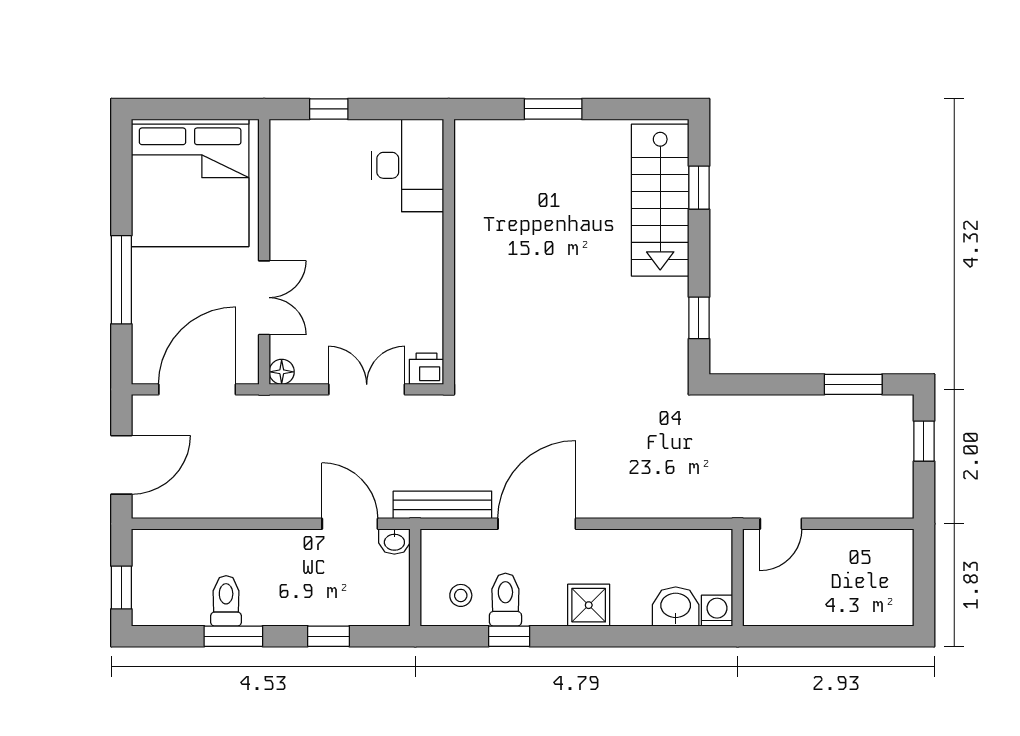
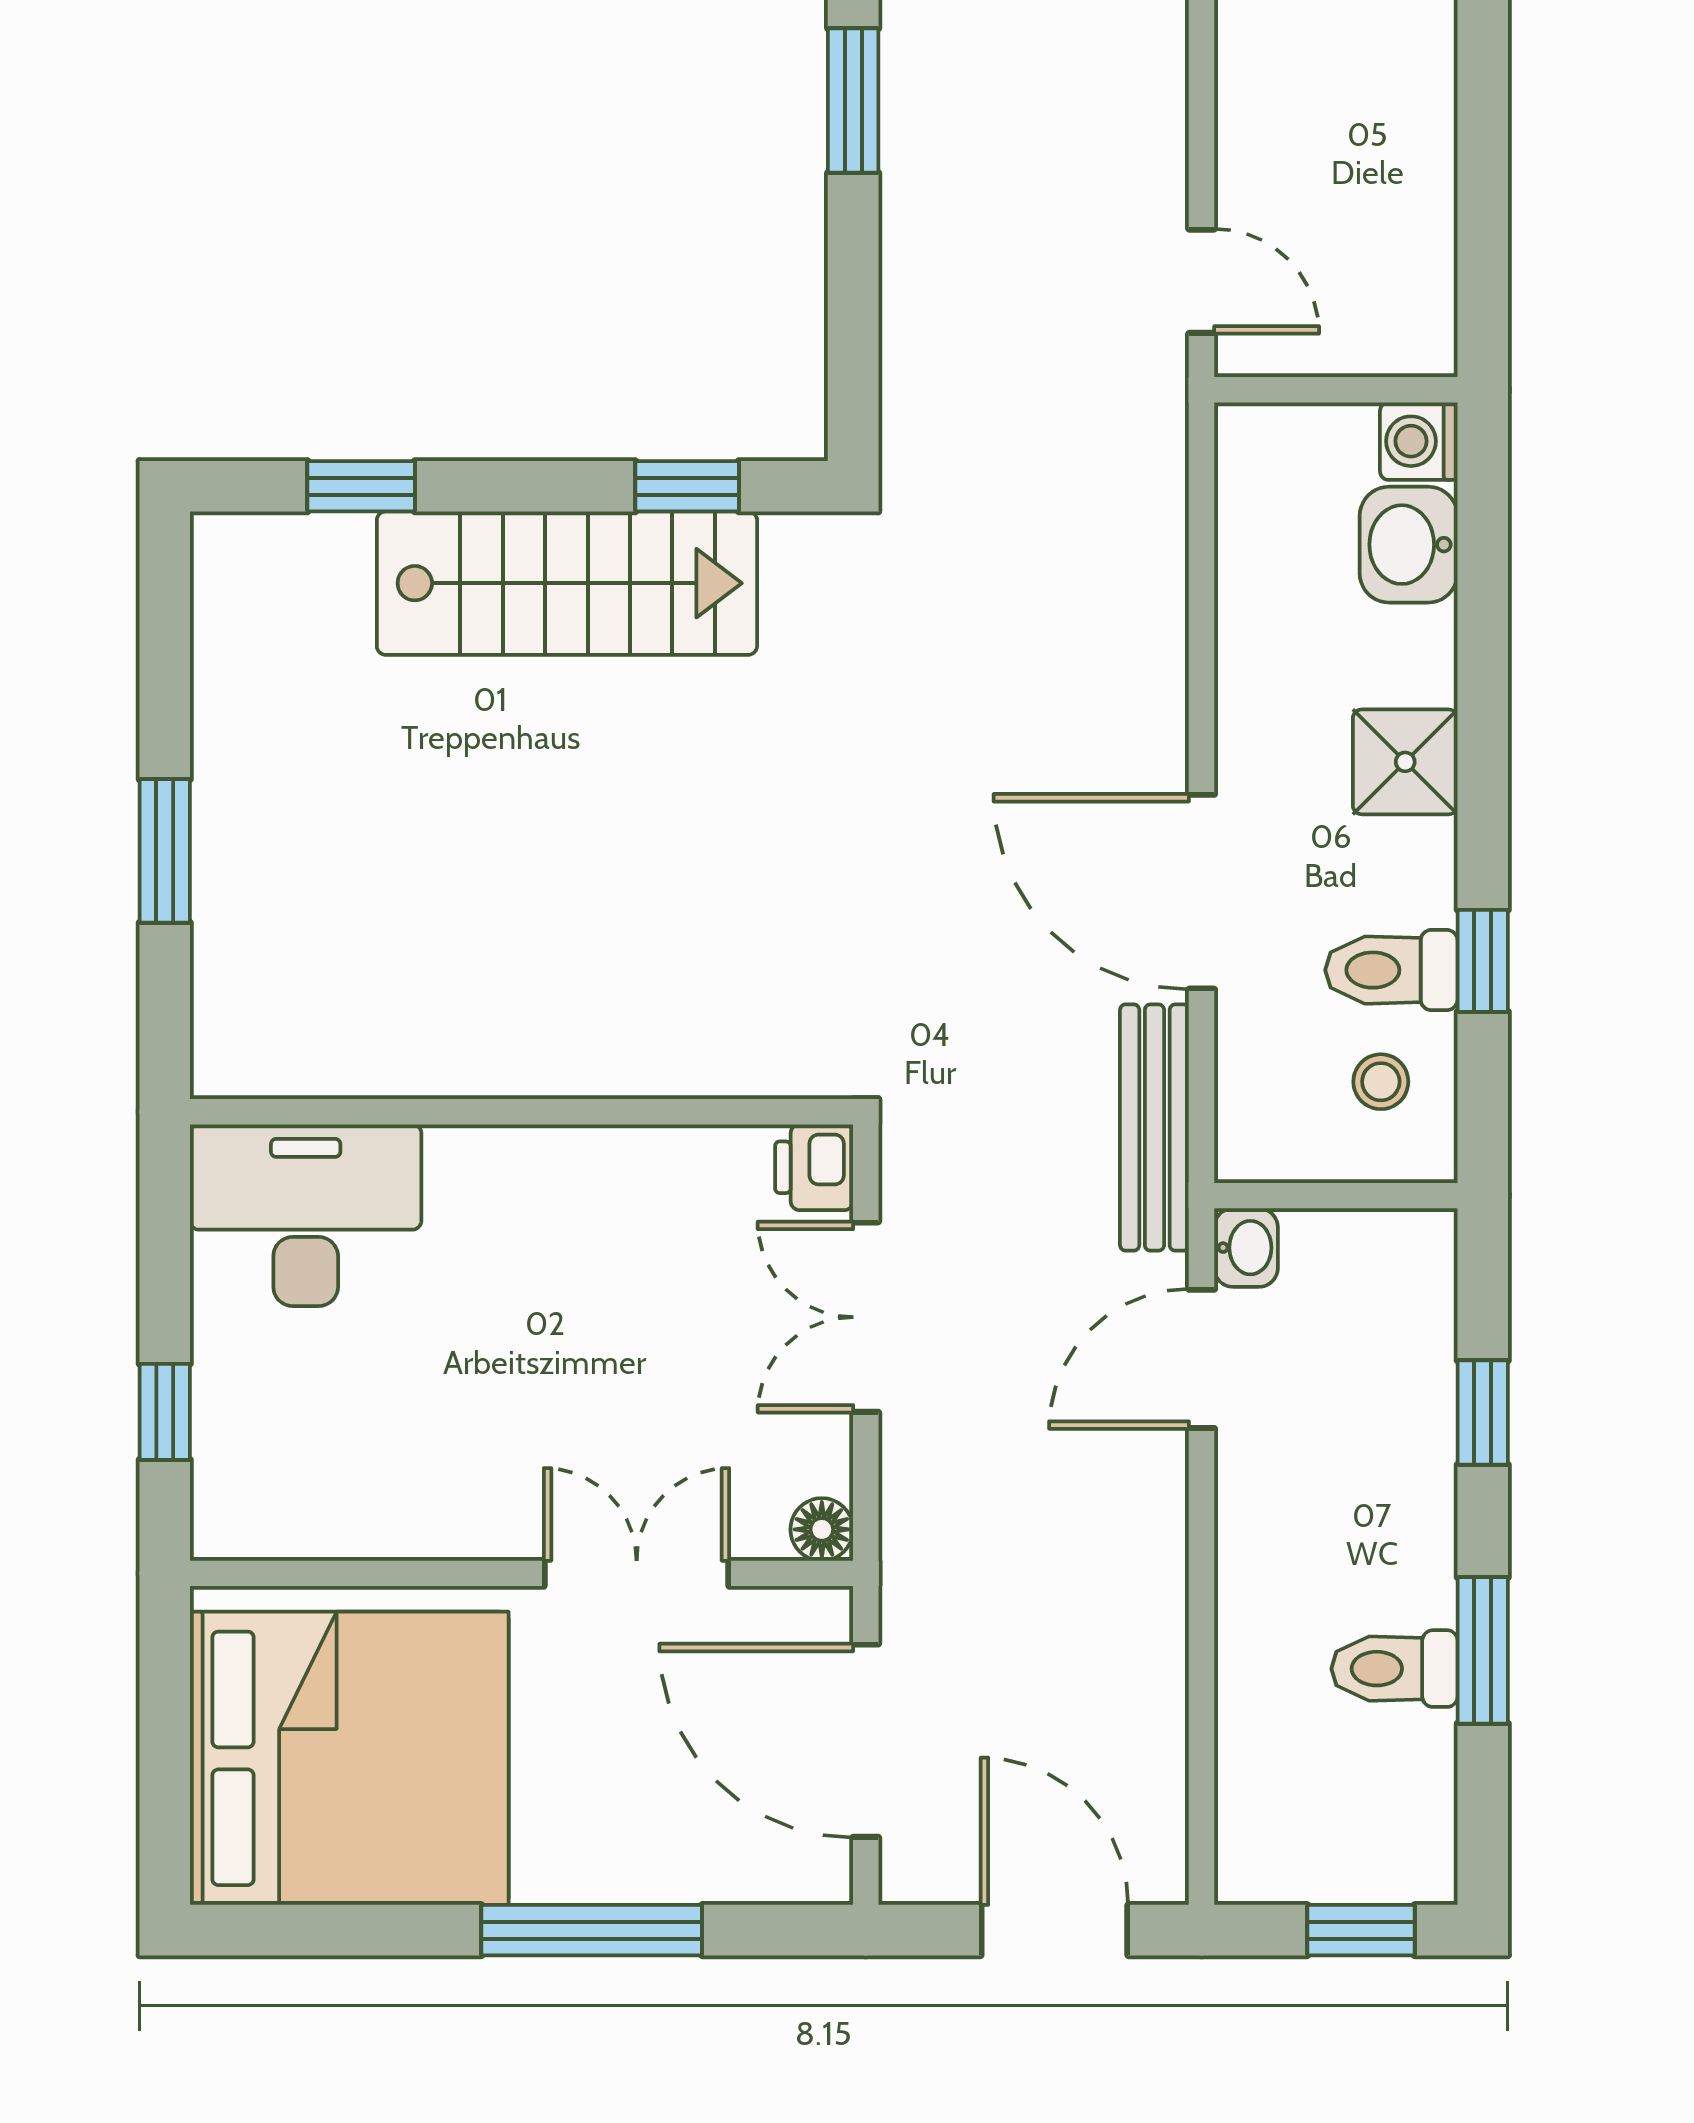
stairs: (660, 200) -> (567, 583), moved

